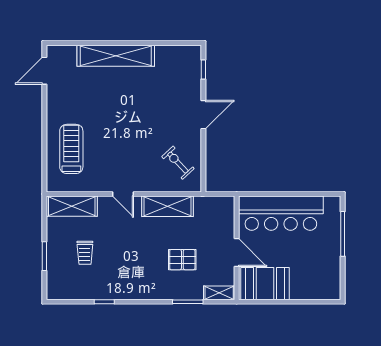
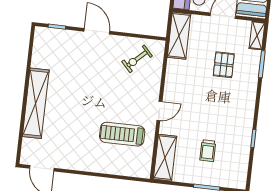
treadmill: (71, 149) -> (122, 134), moved
shelving: (168, 206) -> (179, 36), moved
trolley: (85, 253) -> (208, 151), turned 90

